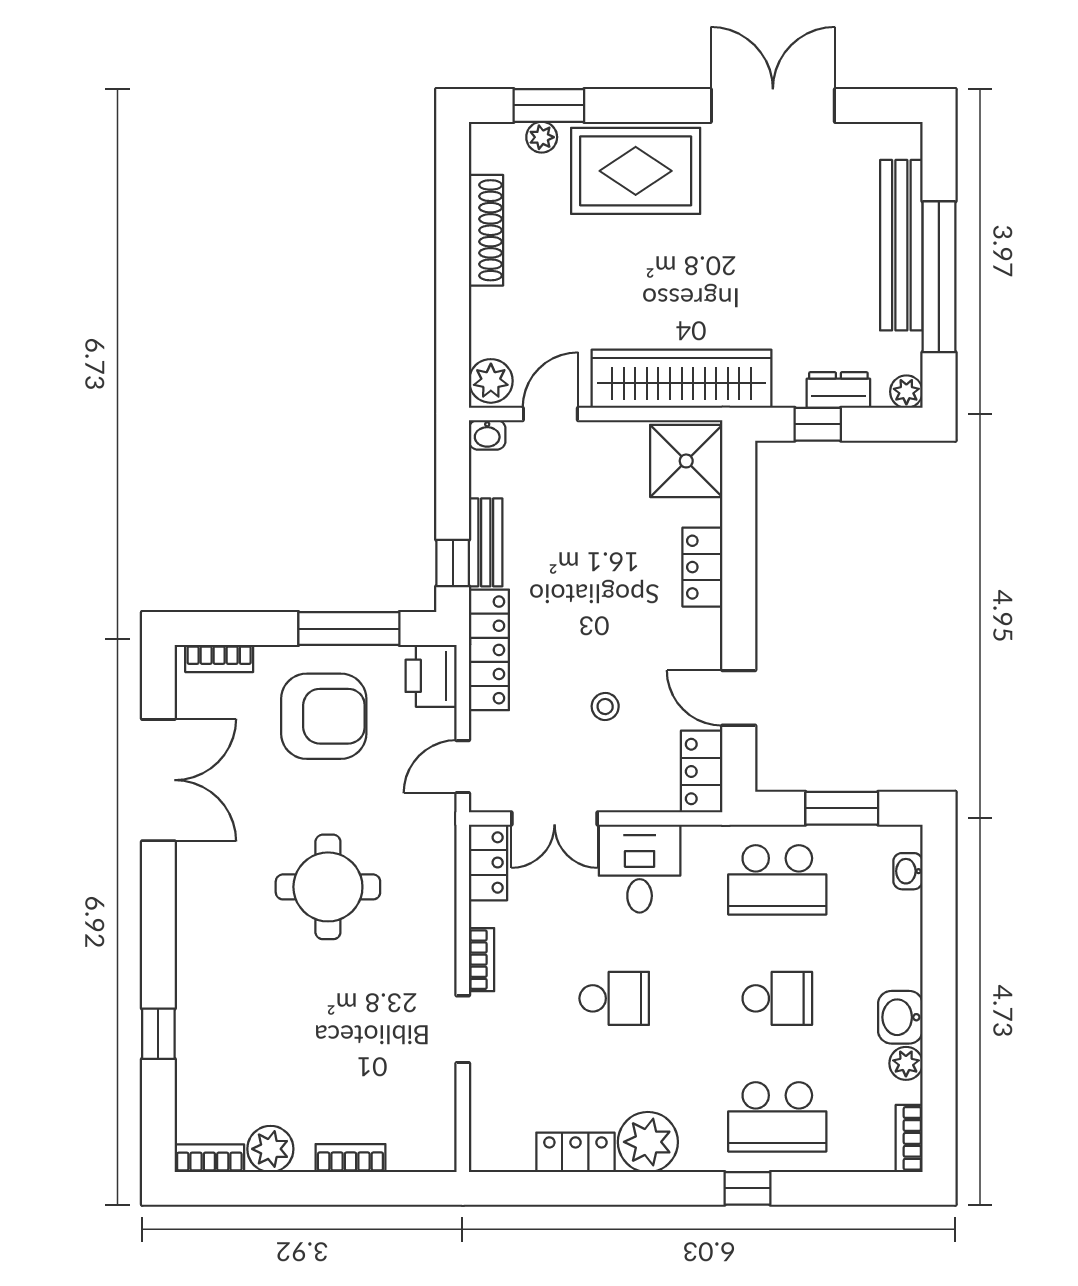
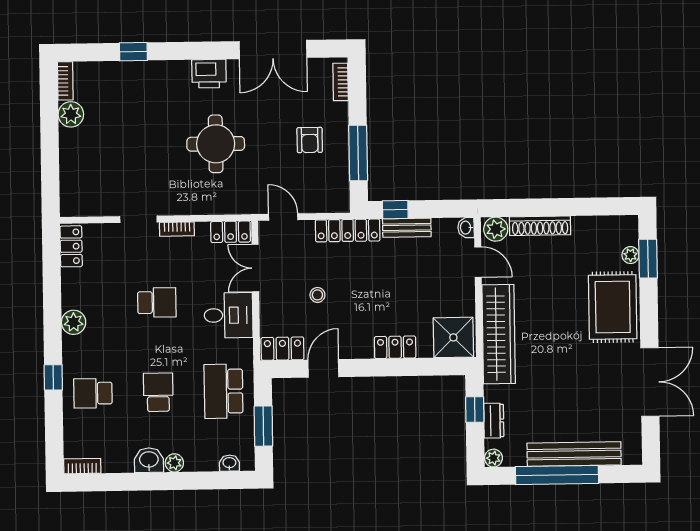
shoe rack: (486, 230) -> (540, 226), moved
printer: (431, 676) -> (209, 74), moved, turned 180
armchair: (324, 716) -> (310, 140), width x0.53, depth x0.53
school desk: (614, 998) -> (157, 302), turned -90
school desk: (777, 998) -> (158, 392), turned 180
plant: (906, 1063) -> (174, 463), moved
school desk: (777, 1117) -> (93, 393), width x0.54
plant: (648, 1142) -> (74, 322), width x0.73, depth x0.73
locker: (575, 1152) -> (71, 246), moved
bookcase: (350, 1158) -> (67, 159), removed

